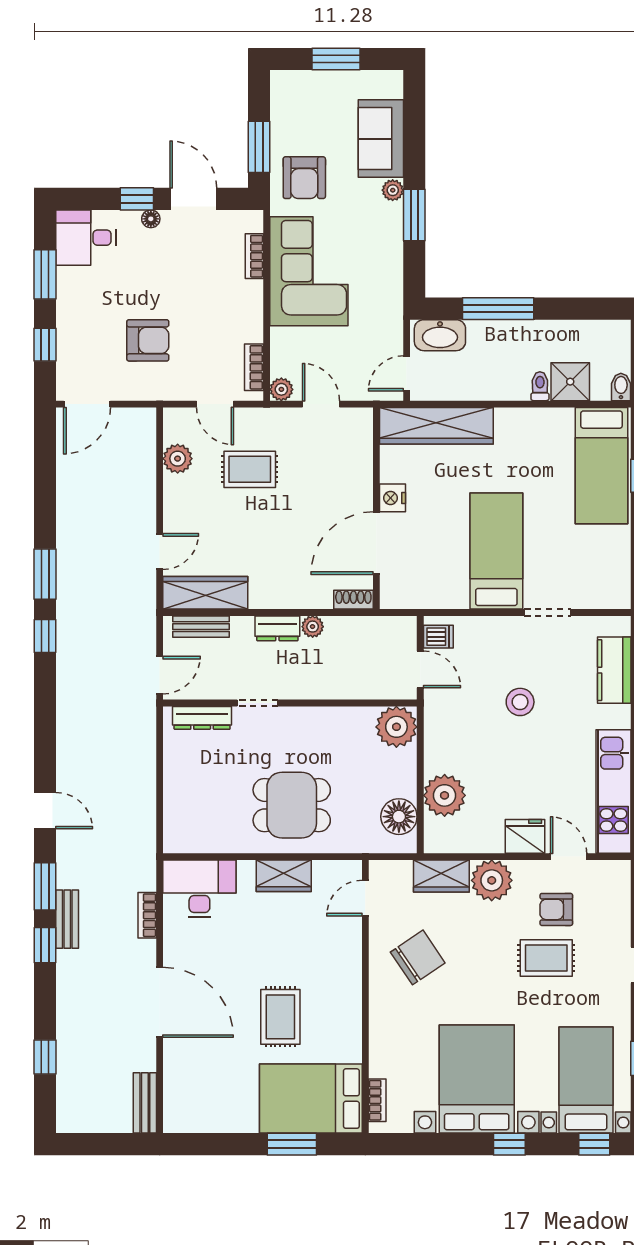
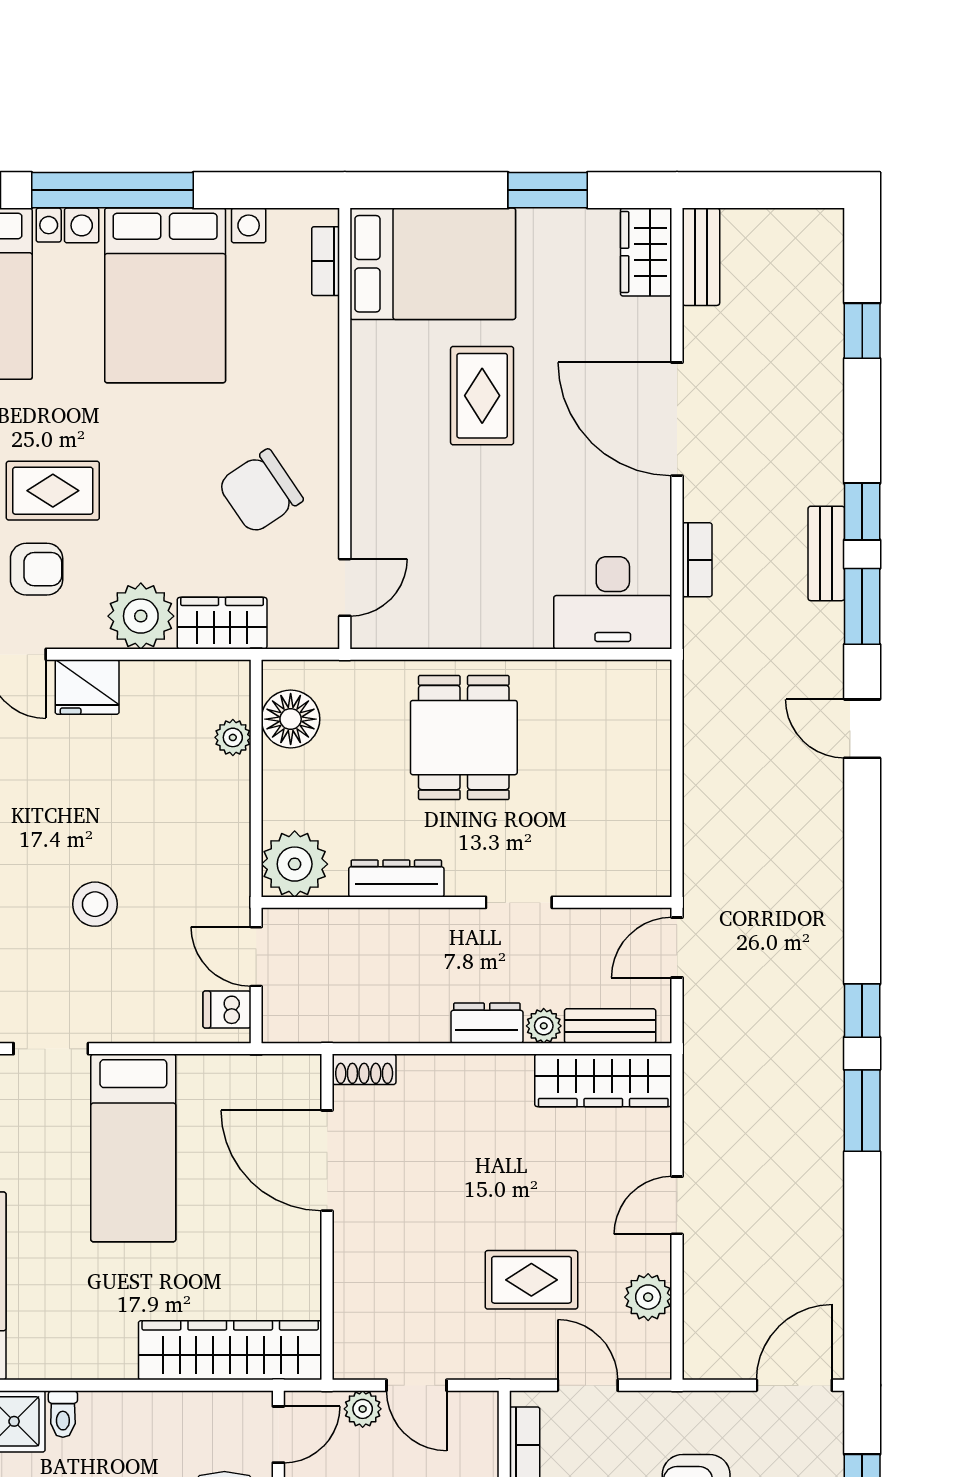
plant: (281, 389) -> (363, 1409), moved
nightstand: (393, 498) -> (301, 1234), removed
door: (376, 543) -> (327, 1161), swing flipped
door: (160, 552) -> (677, 1205), moved
plant: (313, 627) -> (544, 1026), moved
dresser: (202, 718) -> (396, 879), moved
plant: (445, 795) -> (233, 737), width x0.53, depth x0.53
dining table: (292, 805) -> (464, 738), turned 90
wardrobe: (284, 876) -> (646, 252), moved, turned -90
window: (292, 1144) -> (548, 190), moved
window: (509, 1144) -> (112, 190), width x3.17

